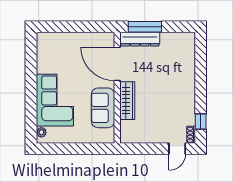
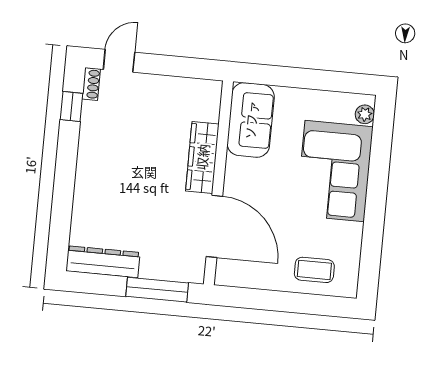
dresser: (140, 39) -> (103, 262), moved
coffee table: (61, 45) -> (314, 270), added
sofa: (103, 108) -> (251, 120), moved

